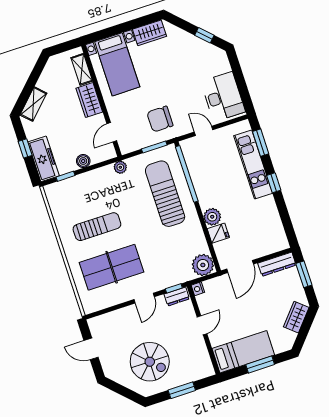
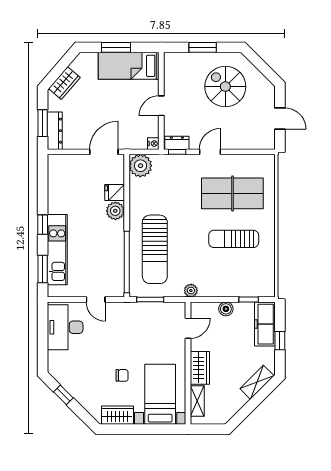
chair: (160, 119) -> (122, 375), moved, width x0.54, depth x0.54
dresser: (277, 264) -> (55, 131), moved, turned 90

